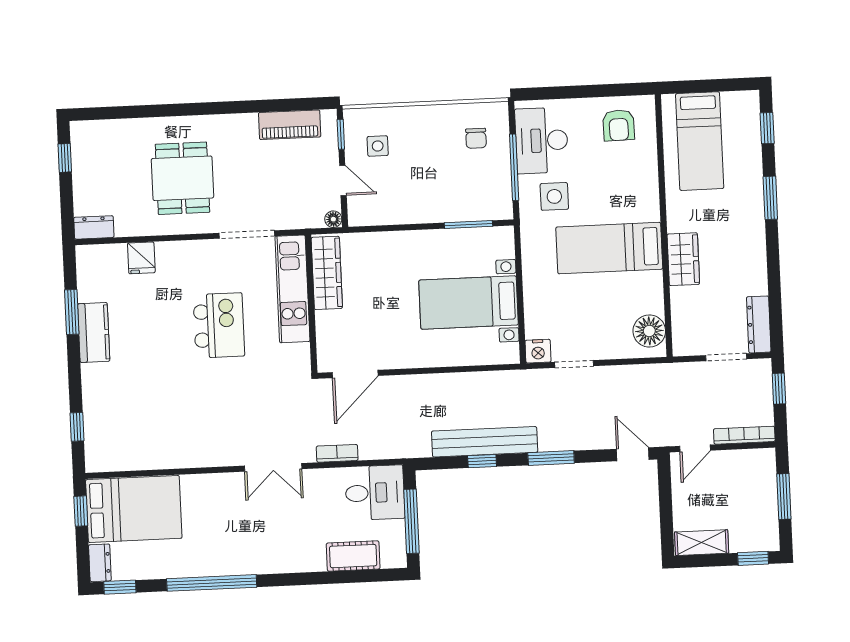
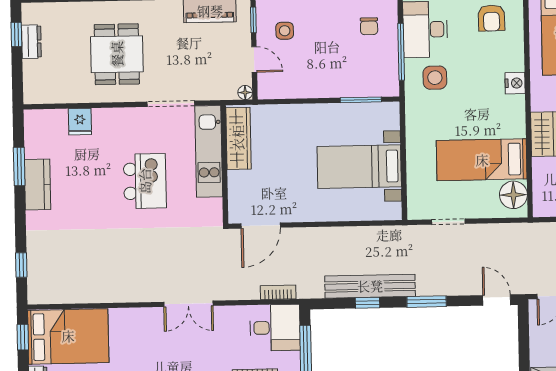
dresser: (94, 227) -> (31, 42), moved, turned 90
bed: (609, 248) -> (482, 160), moved
nightstand: (538, 351) -> (515, 83), moved, turned -90
bookcase: (337, 453) -> (278, 292), moved

